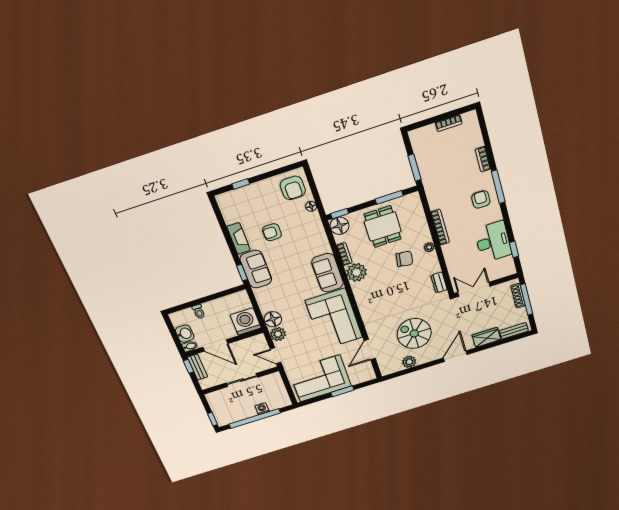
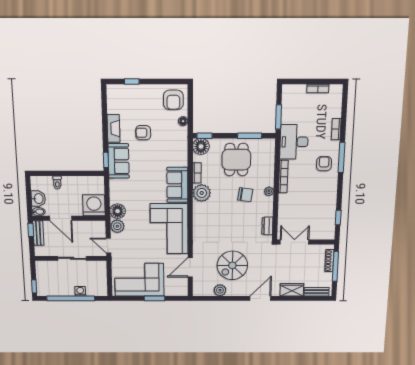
desk: (493, 242) -> (294, 142), moved, turned 180
spiral stairs: (414, 334) -> (232, 265), turned -90

